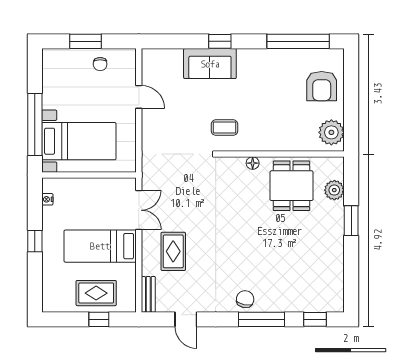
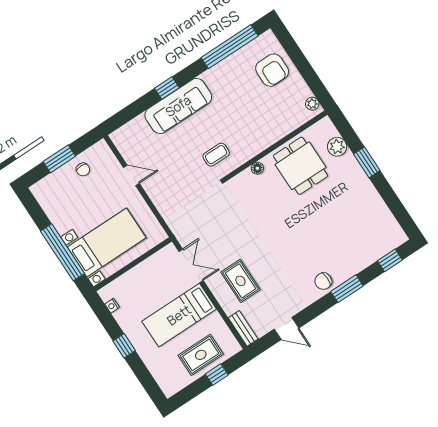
sofa: (210, 64) -> (178, 106), width x1.36
plant: (331, 132) -> (312, 104), width x0.53, depth x0.53
chair: (245, 299) -> (323, 281), turned -102
window: (261, 319) -> (347, 289), width x0.69

